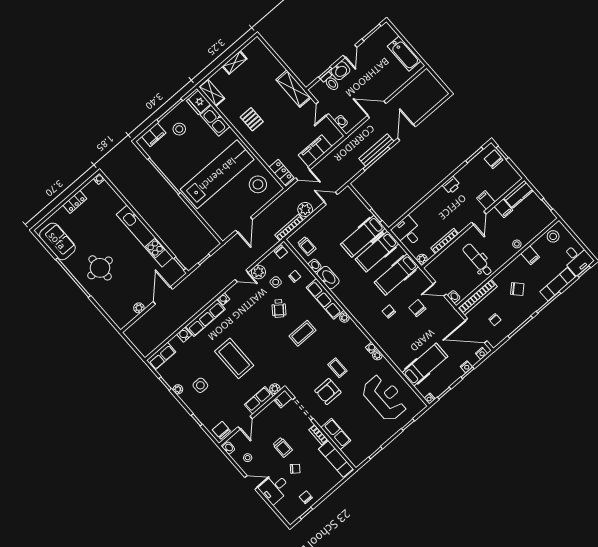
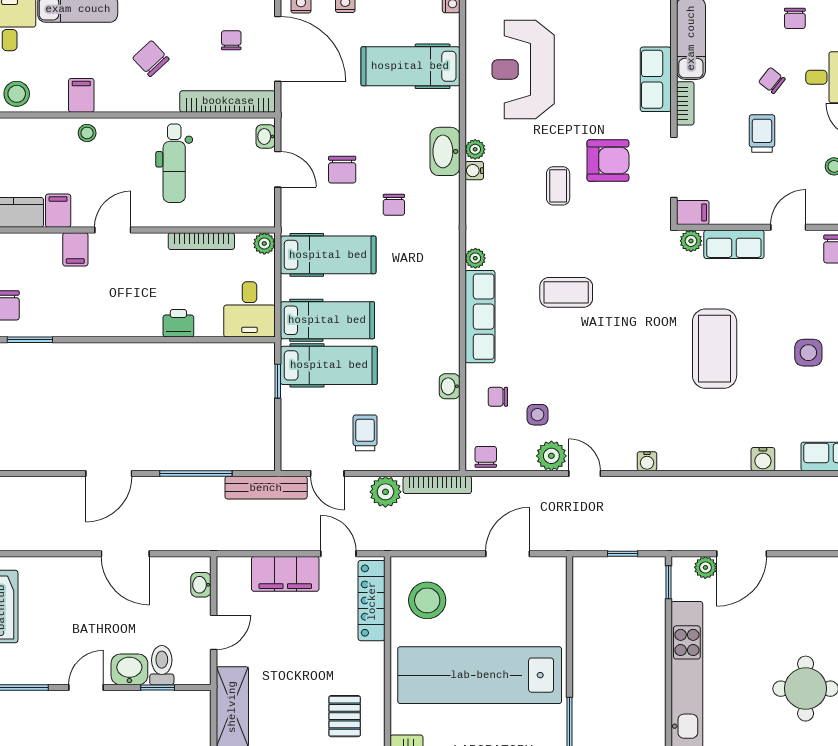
bench: (376, 150) -> (266, 488), moved
locker: (281, 172) -> (372, 601), width x1.53
printer: (451, 185) -> (178, 323), moved
trolley: (307, 246) -> (365, 433), moved
washbasin: (328, 278) -> (445, 151), moved
plant: (139, 308) -> (705, 567), moved
wheelchair: (279, 308) -> (570, 367), removed
row of seats: (205, 318) -> (704, 456), removed

